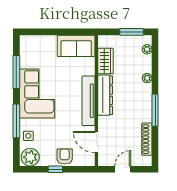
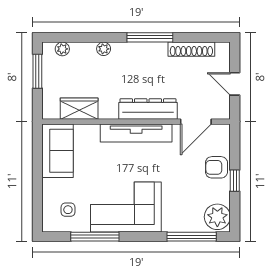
dresser: (105, 95) -> (148, 109), moved
window: (16, 121) -> (192, 237), moved
side table: (28, 136) -> (68, 210), moved

